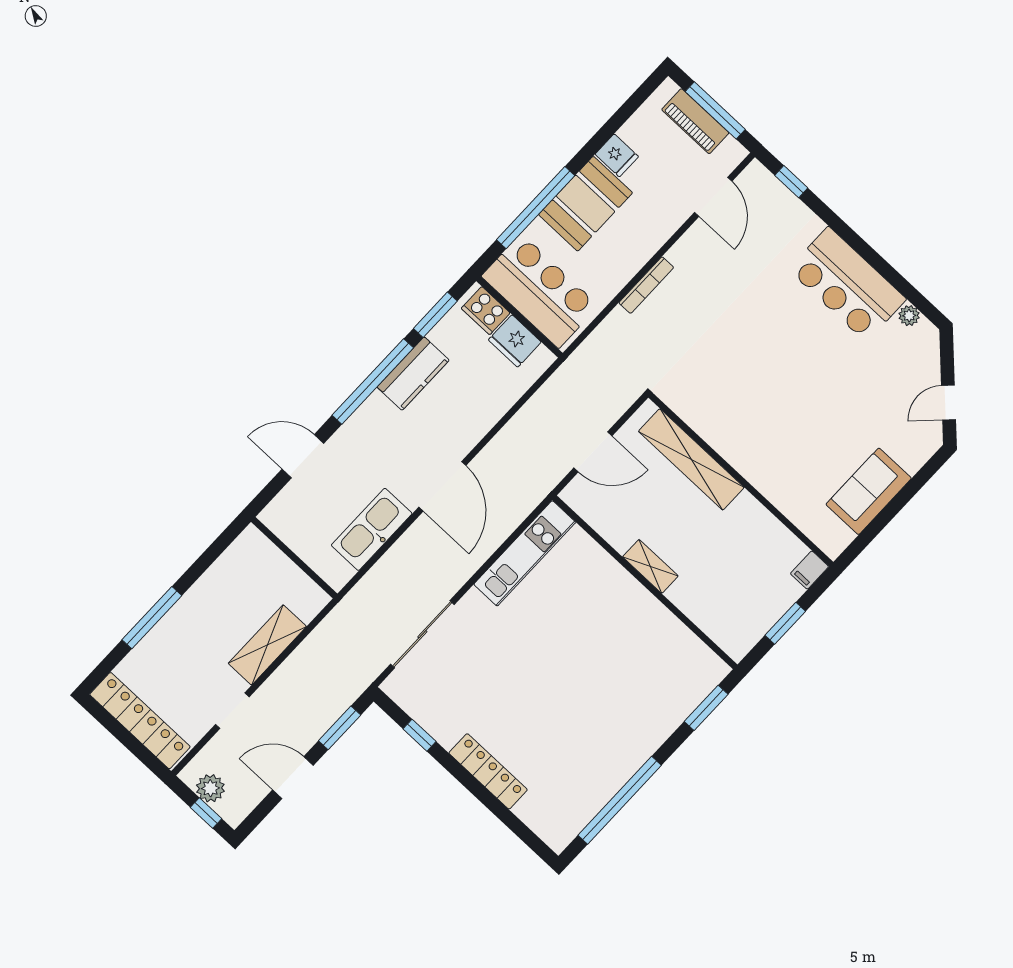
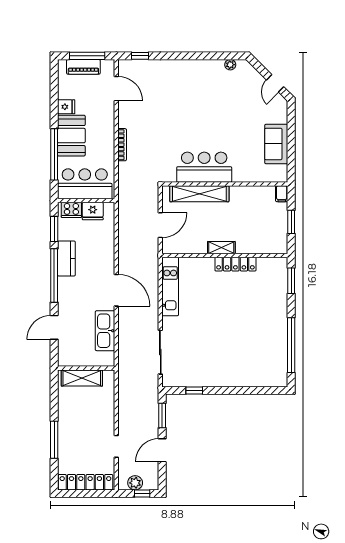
bar counter: (847, 284) -> (204, 167), moved, turned 180
shelving: (267, 645) -> (82, 378), moved, turned 90
locker: (488, 771) -> (235, 264), moved, turned 180

